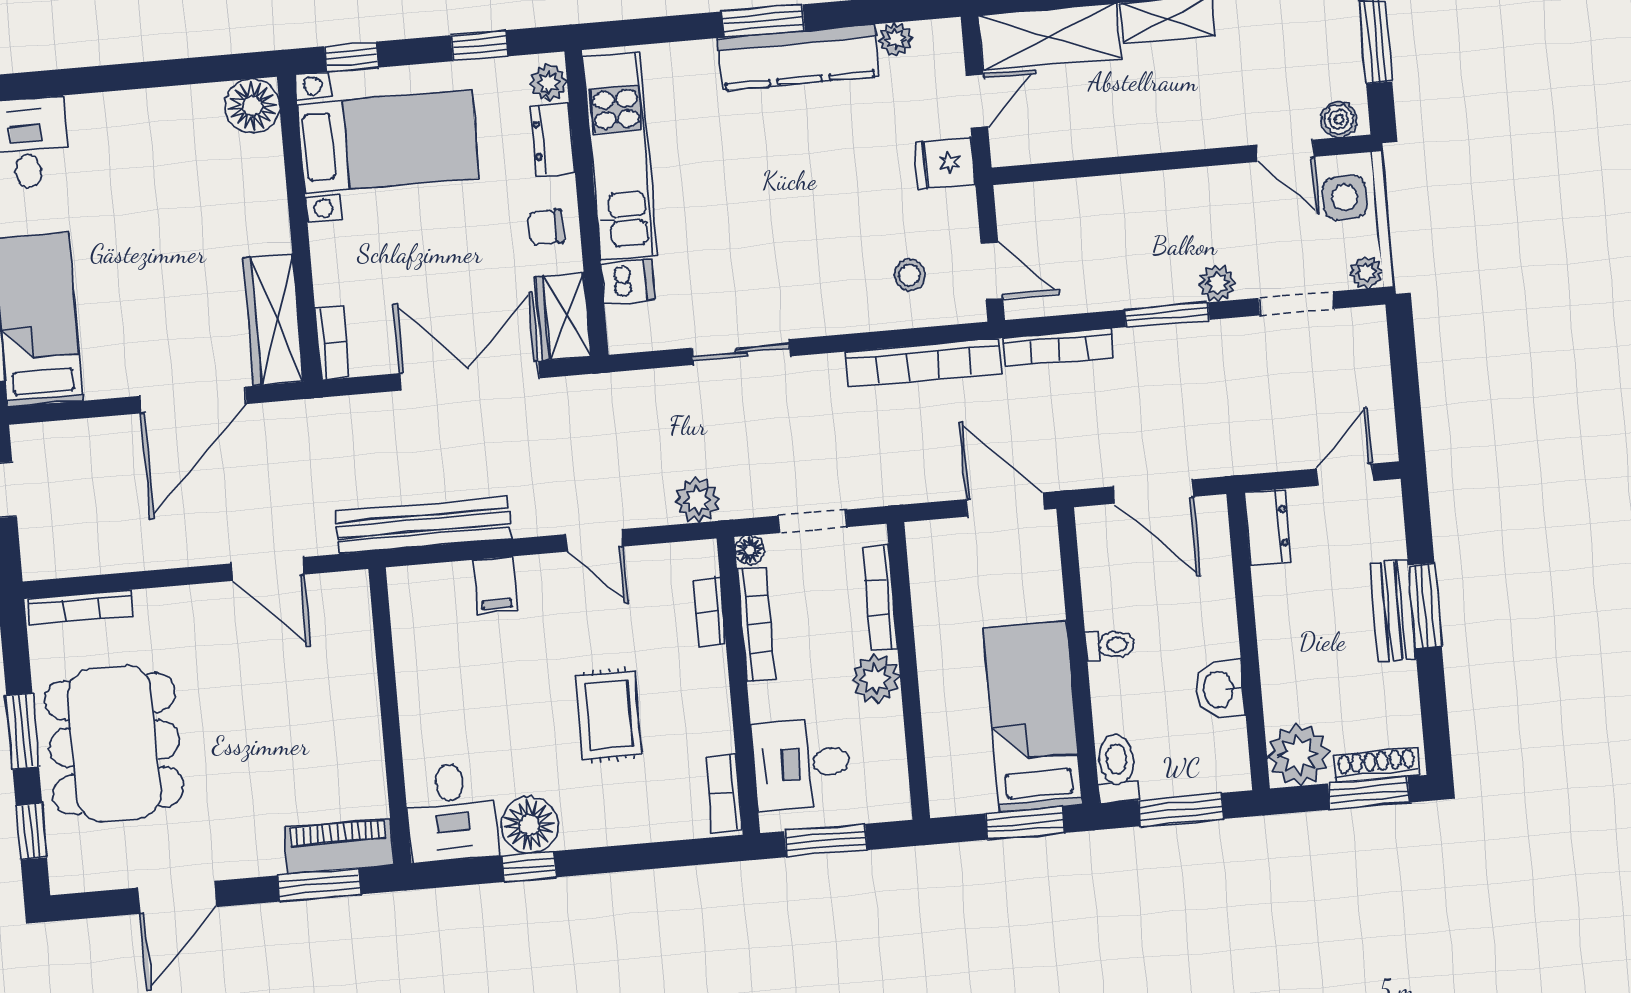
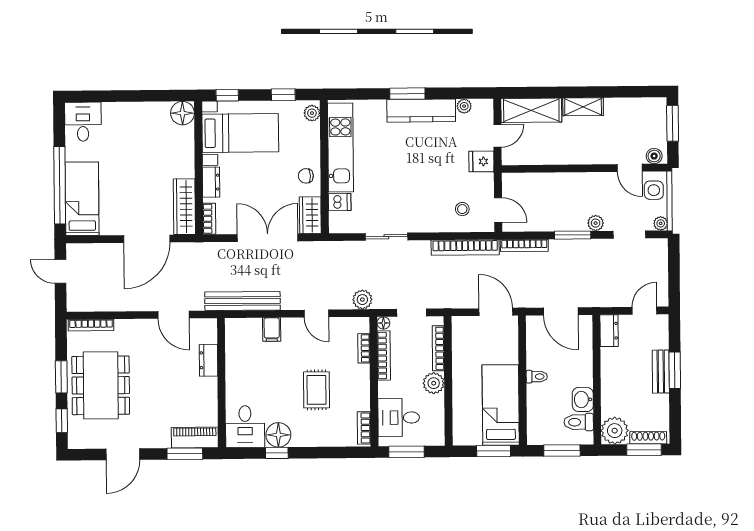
dresser: (552, 139) -> (211, 182), moved, turned 180
dresser: (356, 667) -> (208, 360), added
toilet: (1117, 768) -> (579, 422), moved, turned -90

